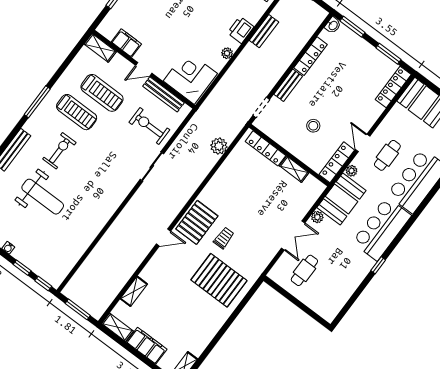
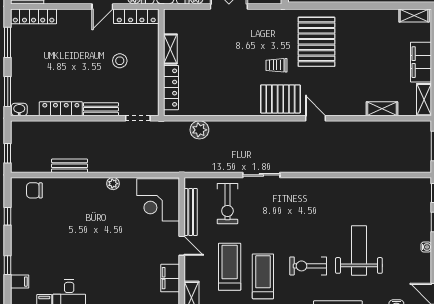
printer: (241, 30) -> (84, 187), removed

